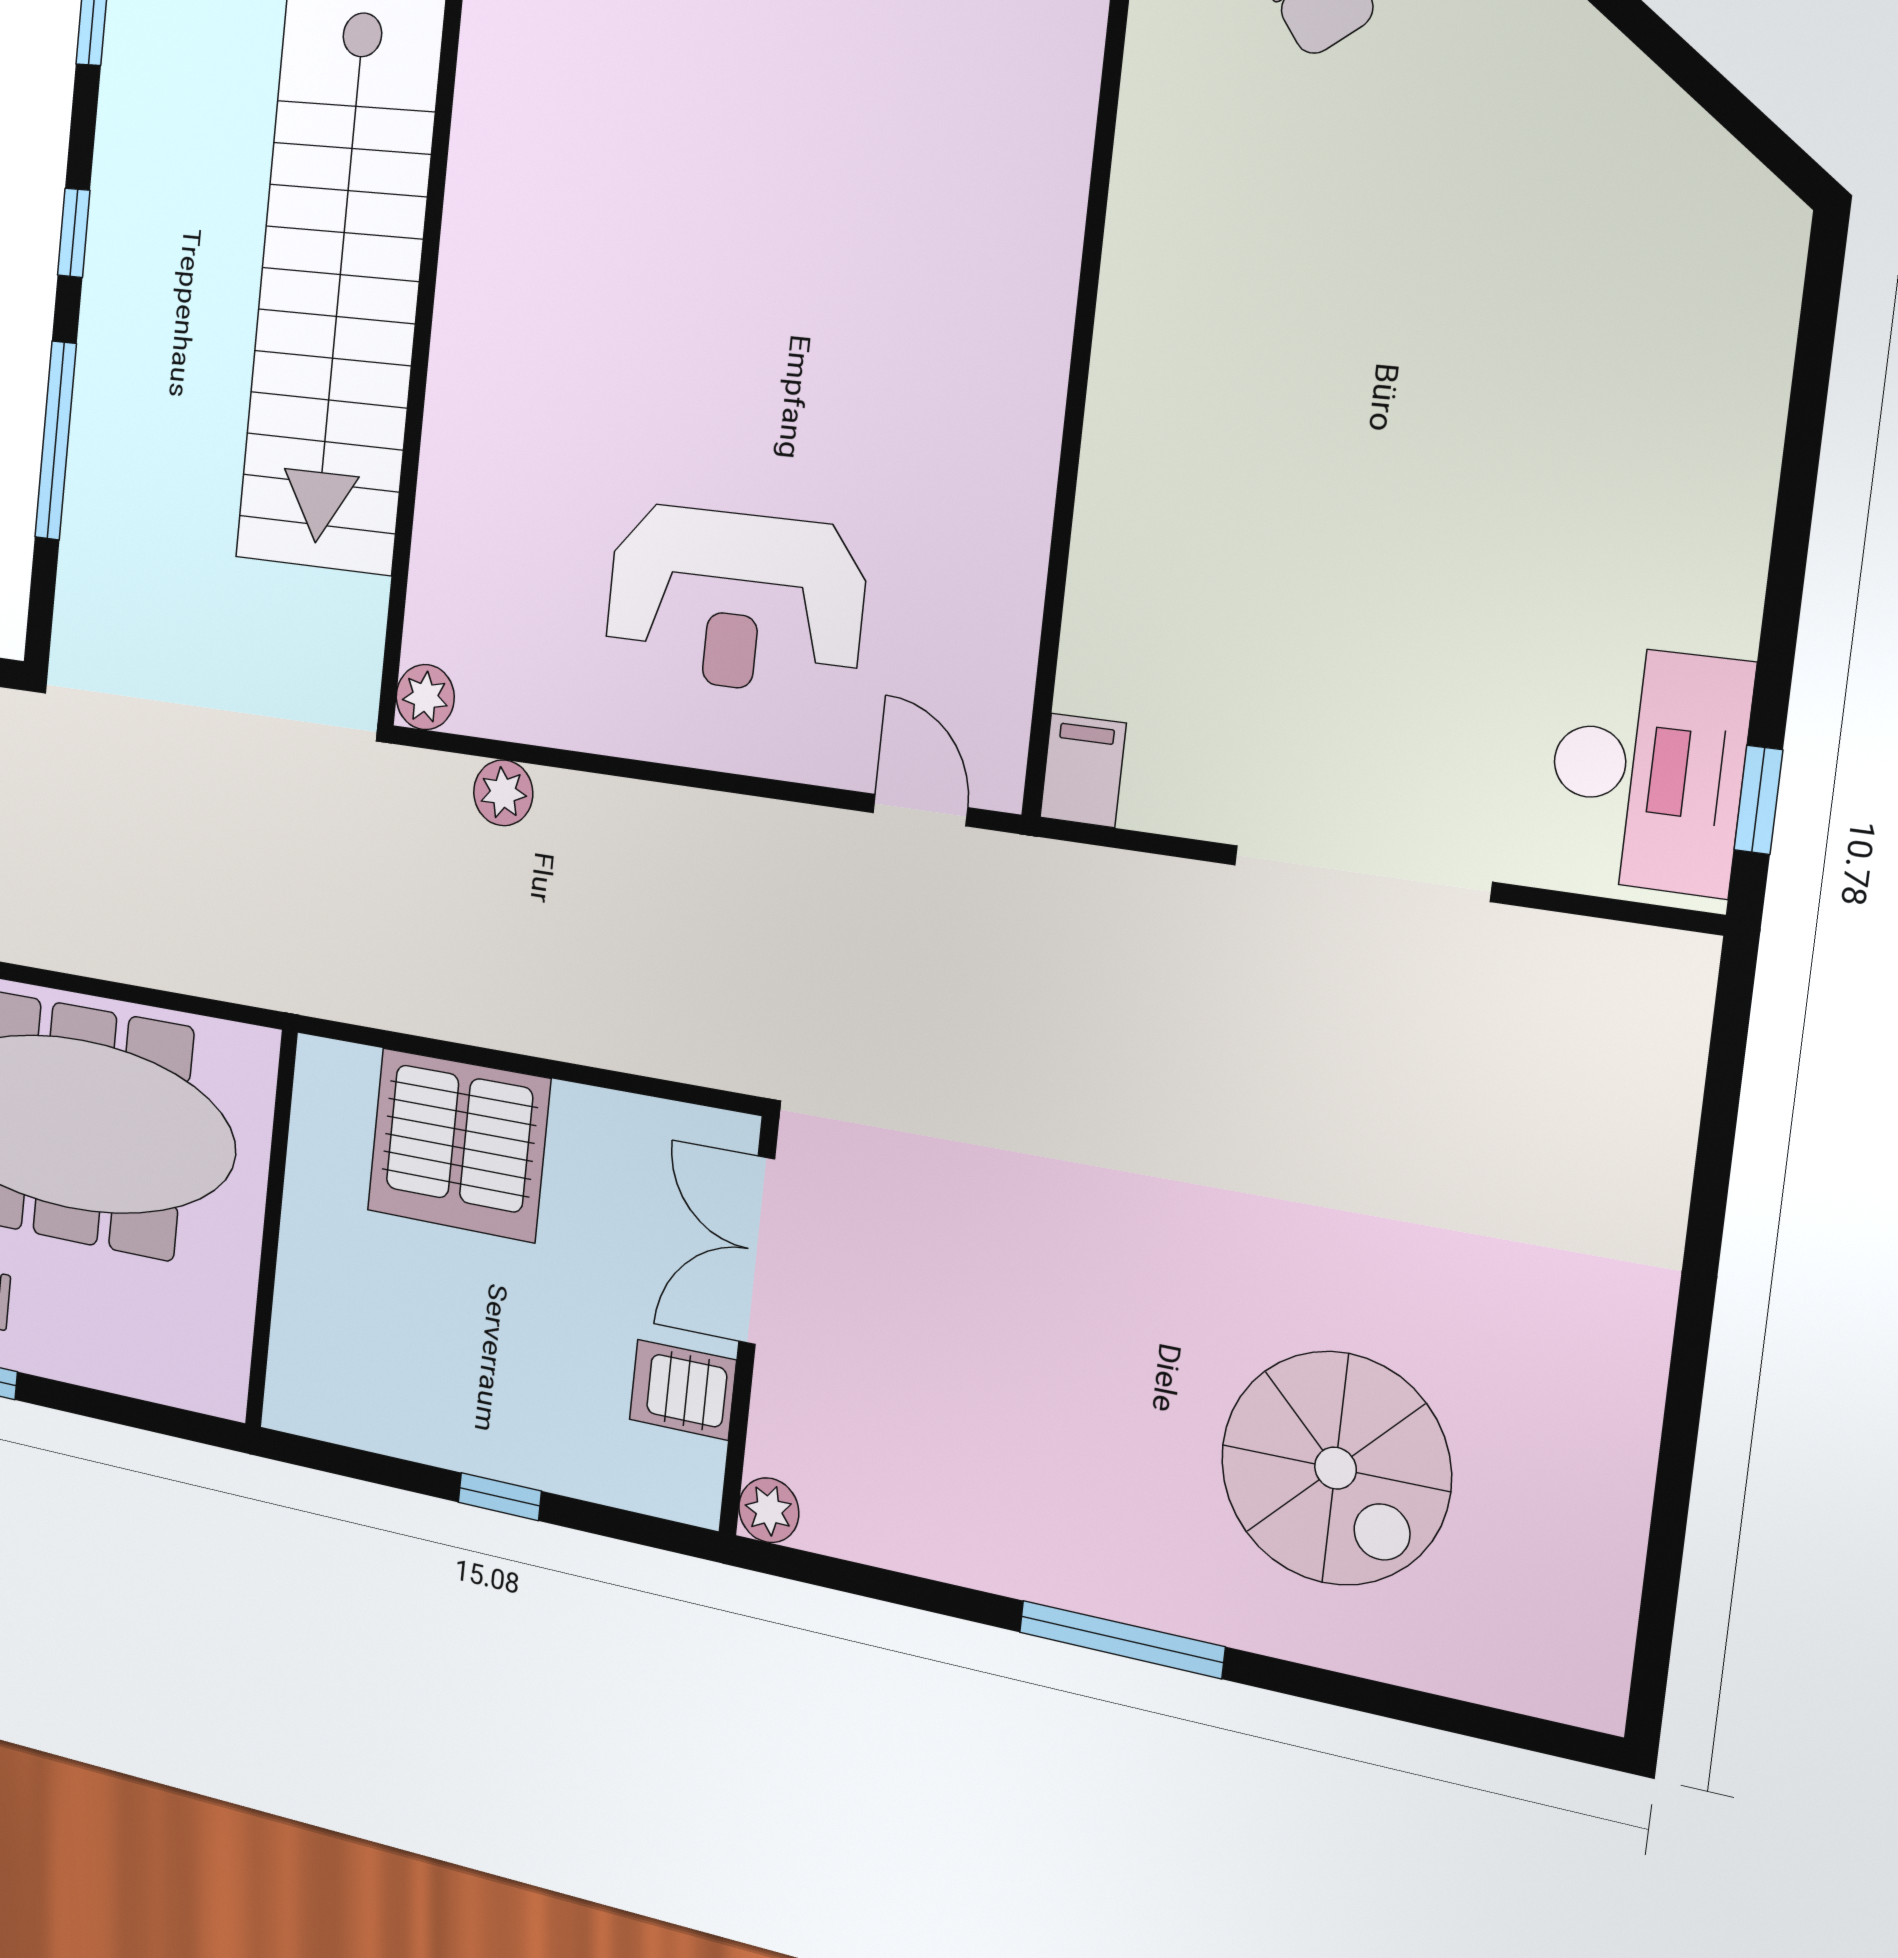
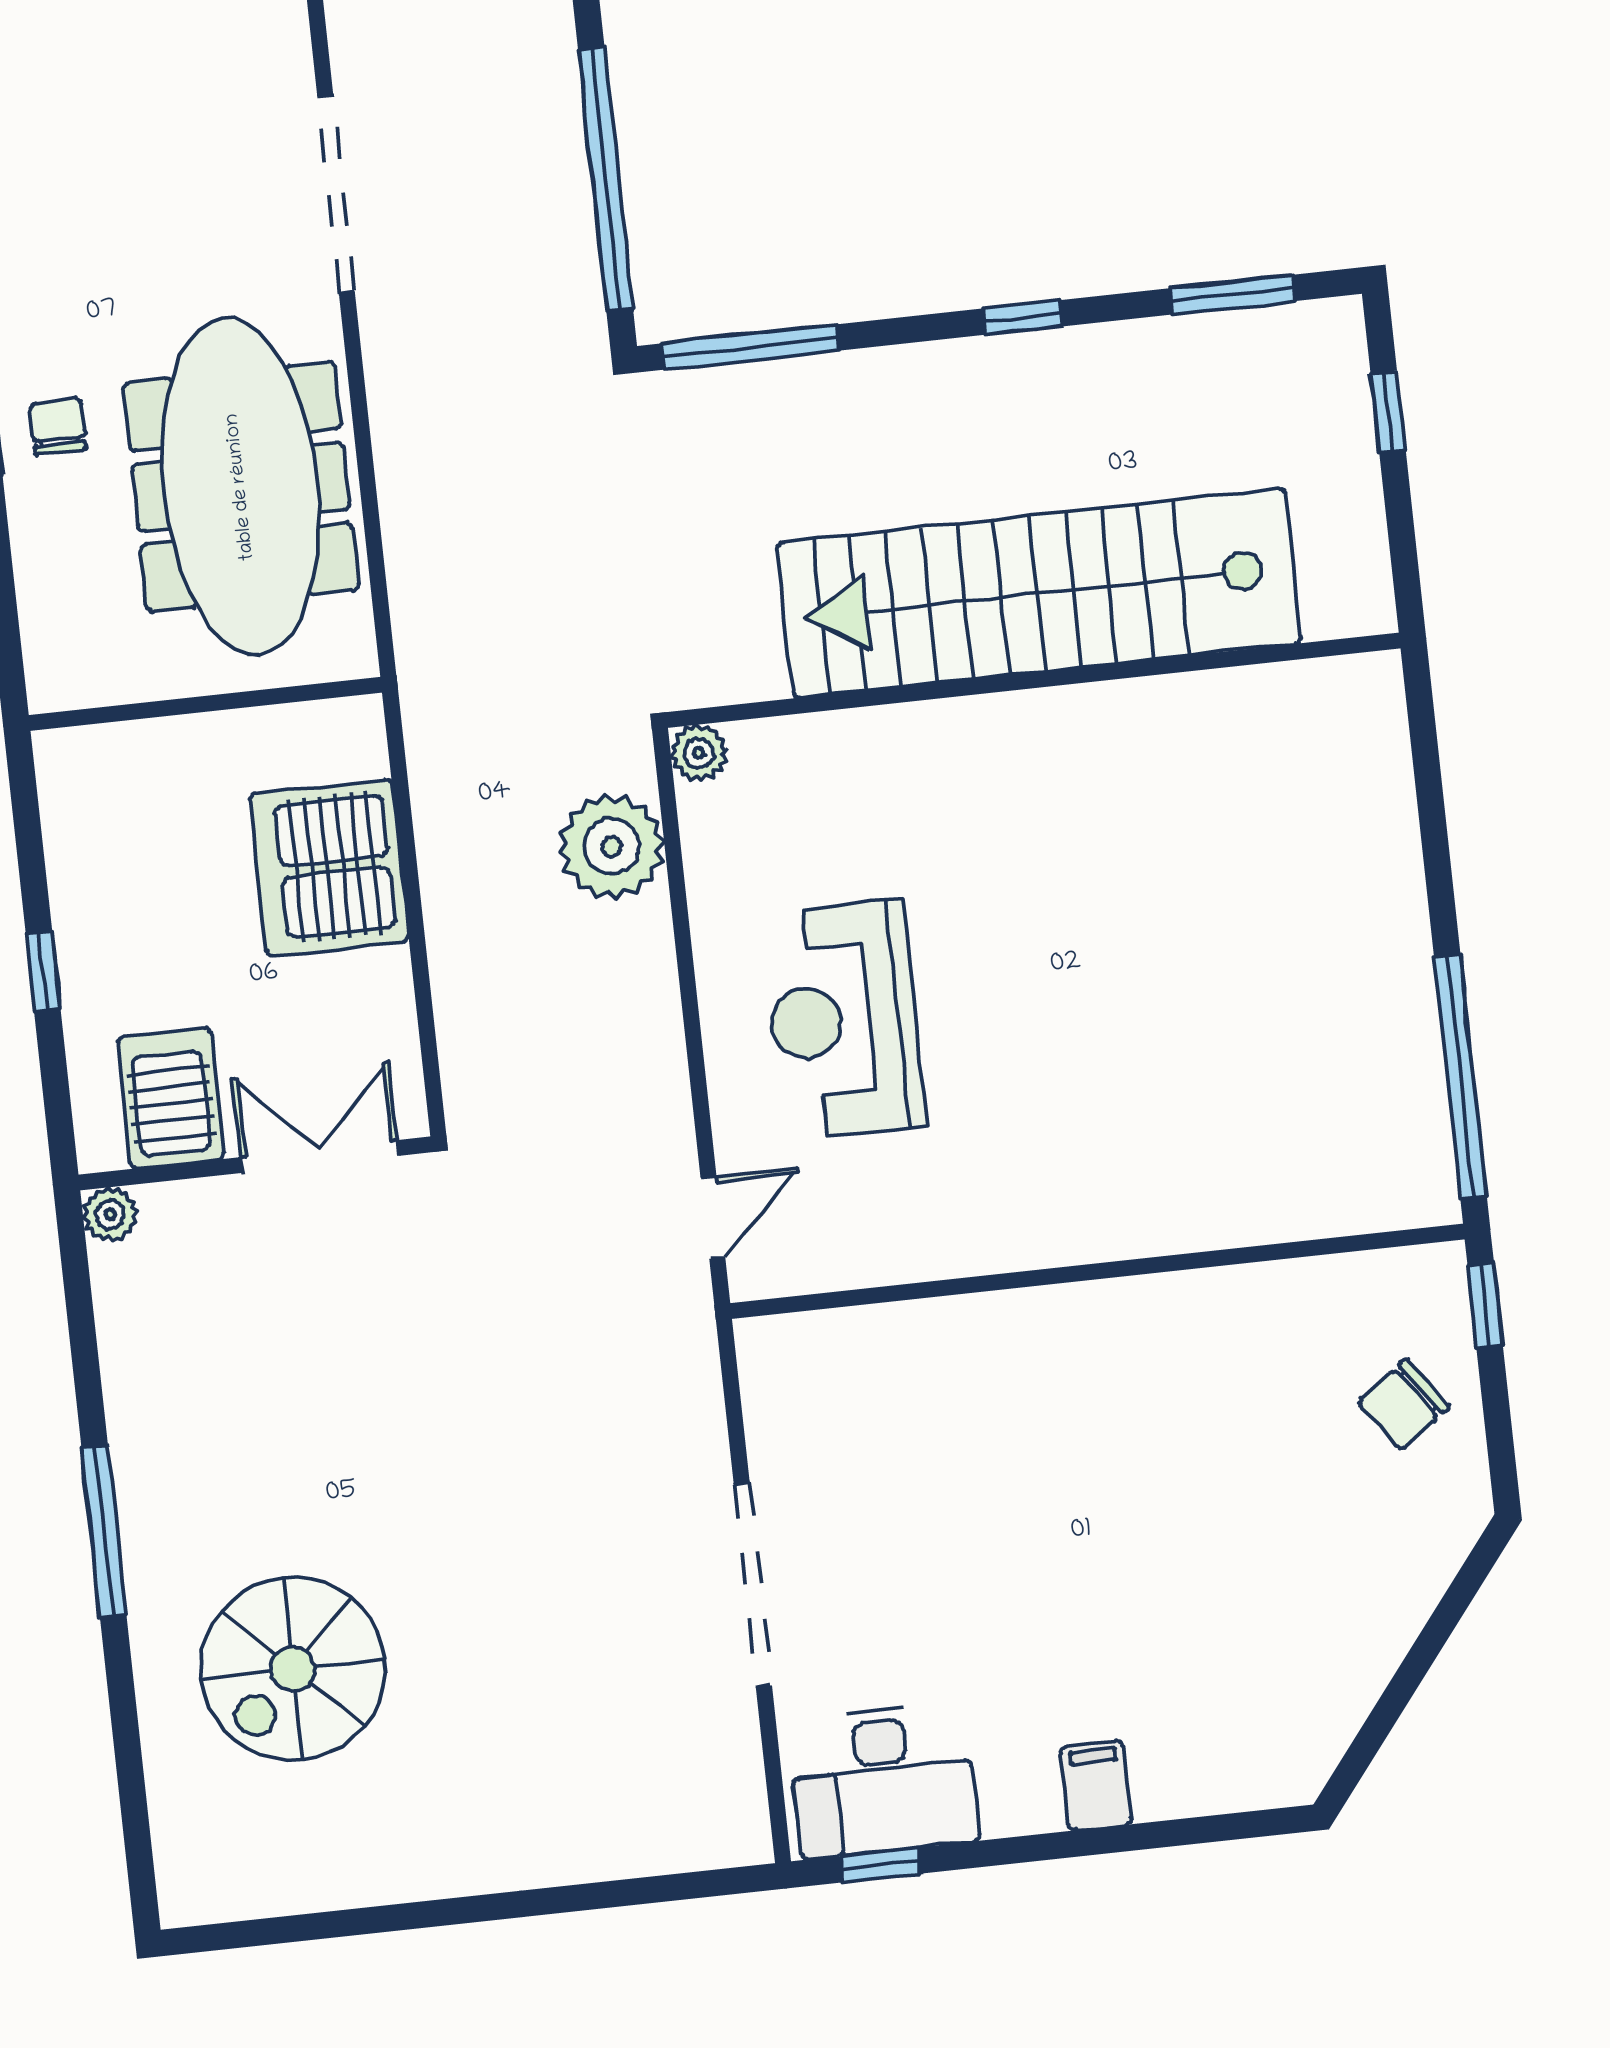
window: (56, 441) -> (750, 347), moved
filing cabinet: (1083, 770) -> (1096, 1786), moved, turned -90
plant: (503, 793) -> (612, 847), width x1.88, depth x1.88
server rack: (683, 1390) -> (171, 1098), width x1.36, depth x1.44

